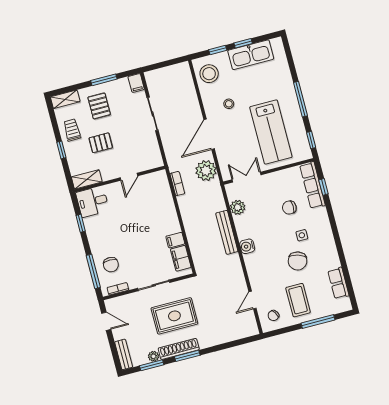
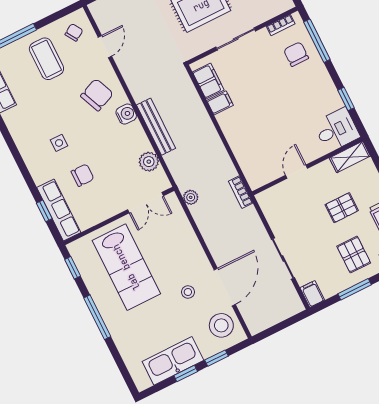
lab bench: (271, 132) -> (126, 267), turned 180
door: (209, 134) -> (225, 287), moved
plant: (206, 171) -> (191, 197), width x0.53, depth x0.53
bookcase: (177, 184) -> (241, 192), moved
chair: (298, 261) -> (97, 95), moved, turned 50

